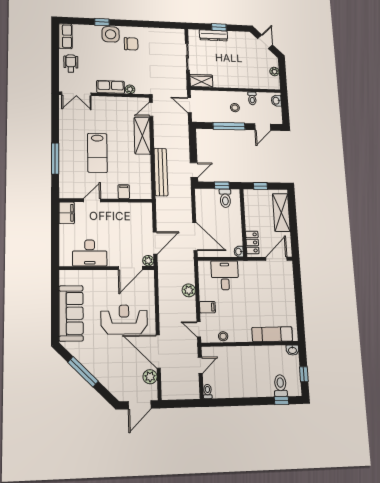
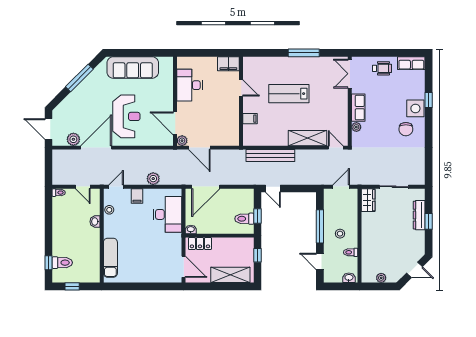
window: (55, 158) -> (304, 53), moved
desk: (225, 275) -> (168, 214), width x1.37
washbasin: (292, 350) -> (95, 222), moved

